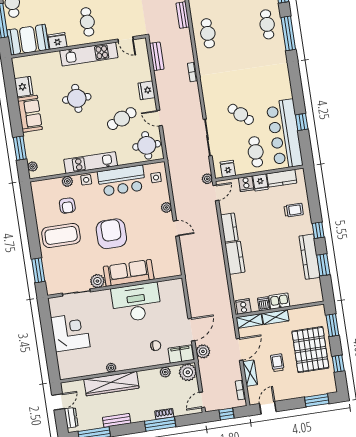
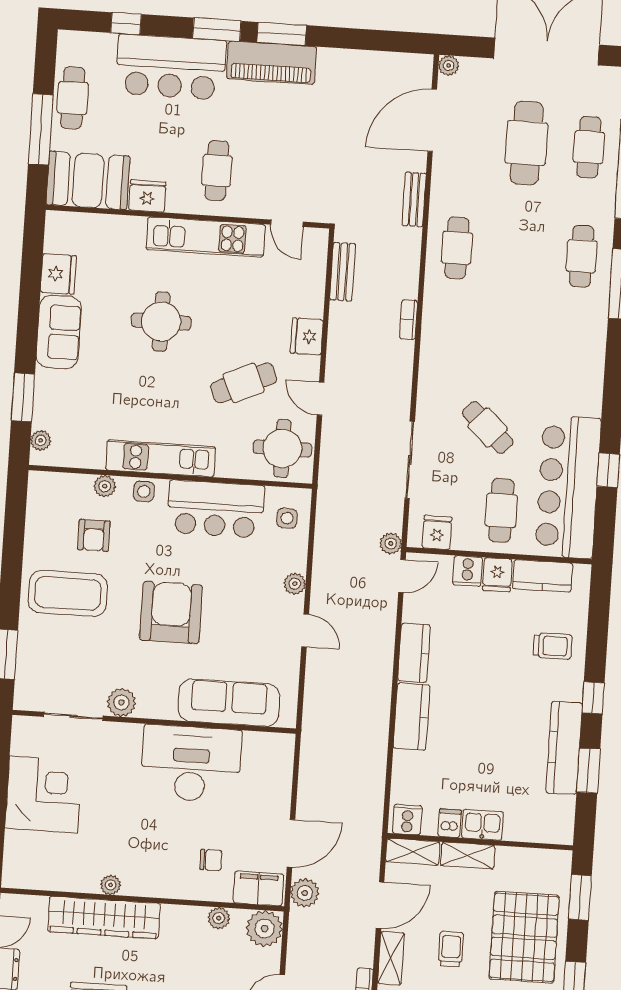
sofa: (129, 273) -> (229, 703), moved

